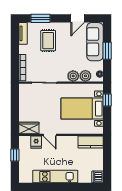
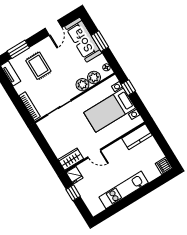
fridge: (36, 142) -> (74, 175), moved

